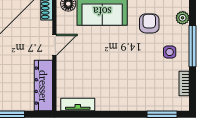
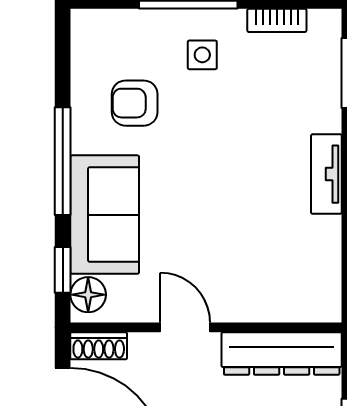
plant: (183, 18) -> (121, 24), removed
tv unit: (78, 105) -> (326, 174), moved

